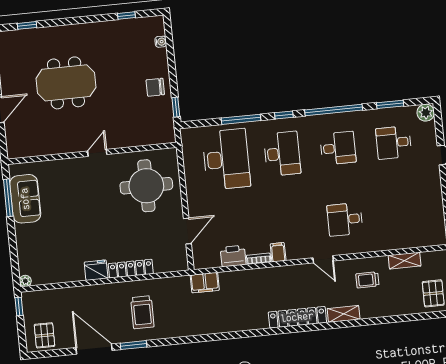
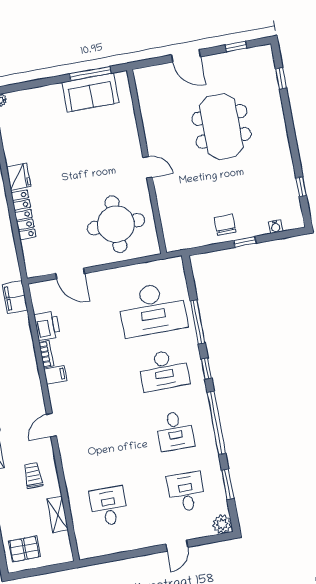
window: (176, 107) -> (245, 242), moved
desk: (345, 219) -> (109, 506), moved

